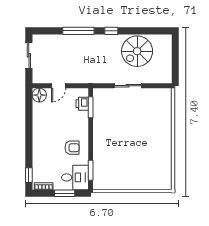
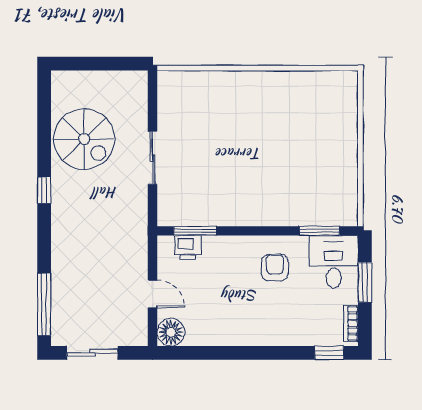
window: (78, 31) -> (44, 304), moved

